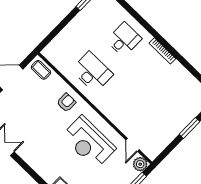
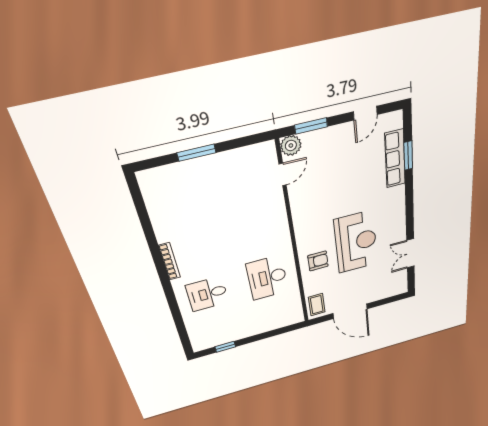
armchair: (66, 103) -> (318, 261), turned 180
reception desk: (89, 142) -> (356, 242), moved

